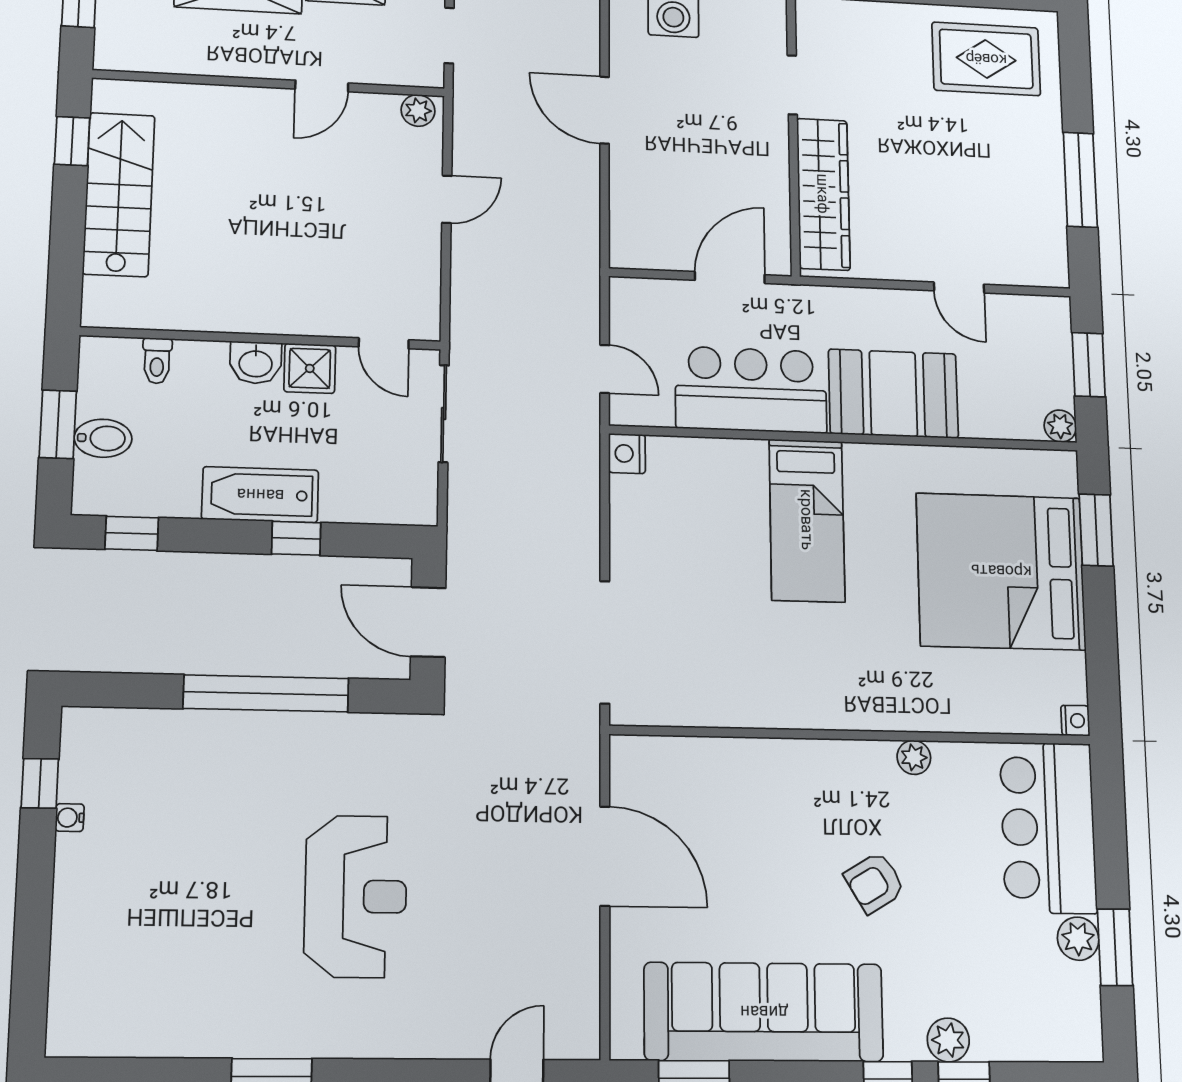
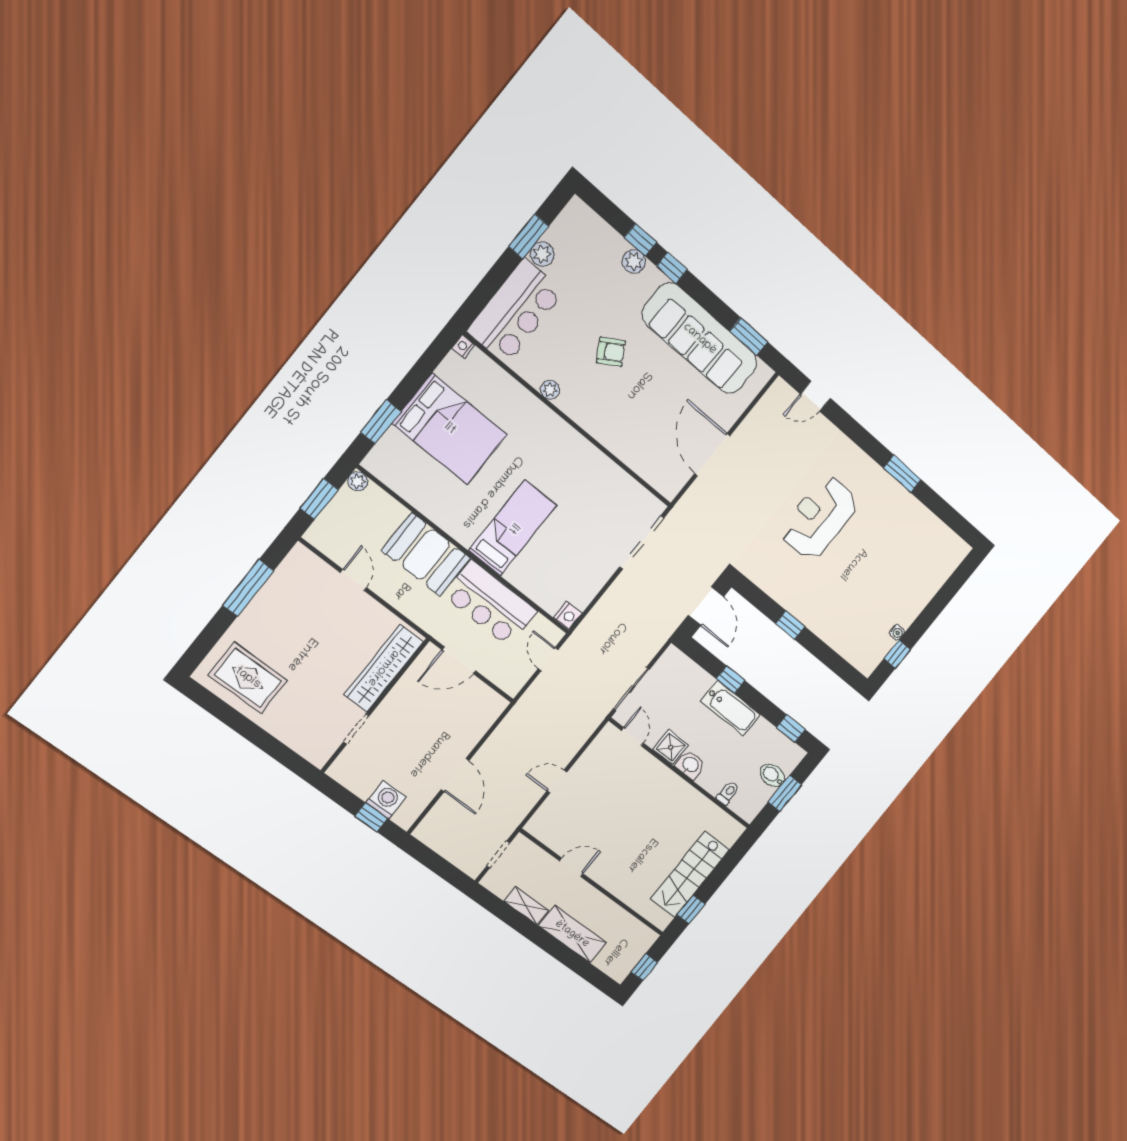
plant: (418, 110) -> (538, 829), removed
bed: (1001, 571) -> (450, 429), width x0.73
window: (266, 693) -> (790, 625), width x0.32

